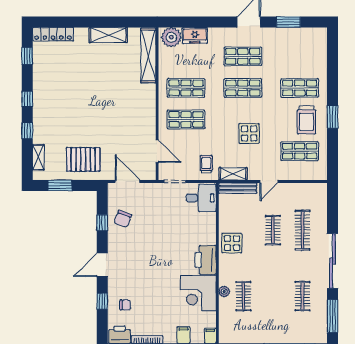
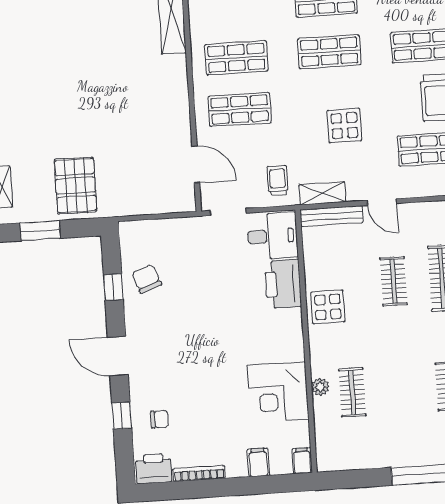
pallet: (83, 159) -> (76, 186), turned 90
door: (128, 181) -> (150, 217), removed
door: (269, 181) -> (382, 202), hinge flipped
chair: (123, 219) -> (147, 279), turned 139
printer: (206, 260) -> (283, 284), moved
door: (102, 265) -> (118, 356), hinge flipped

